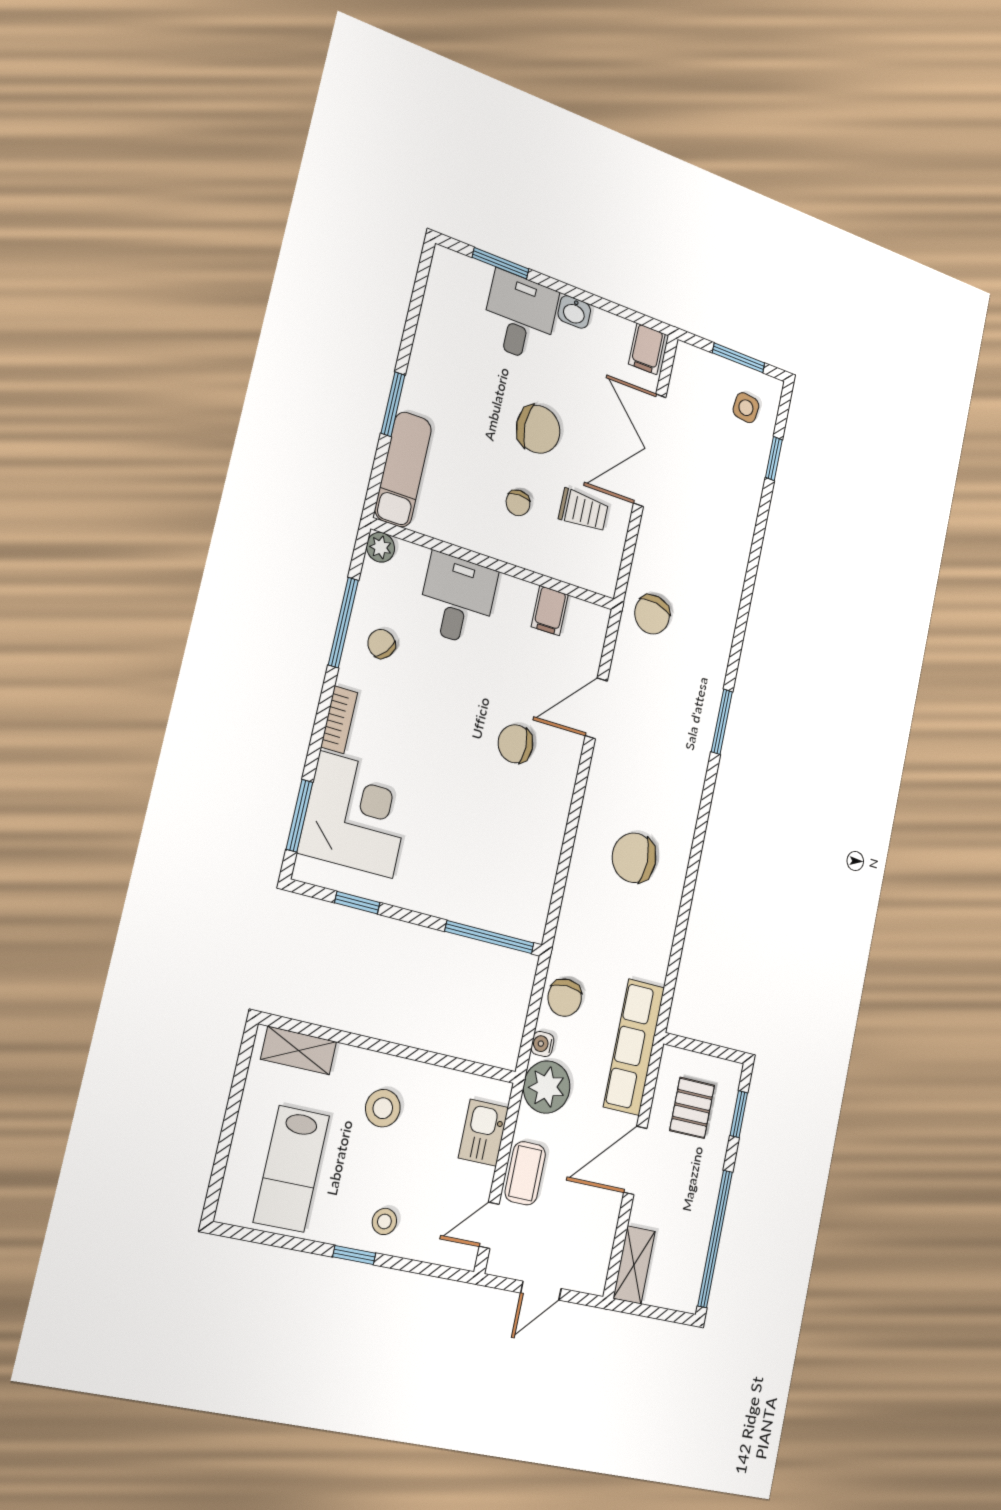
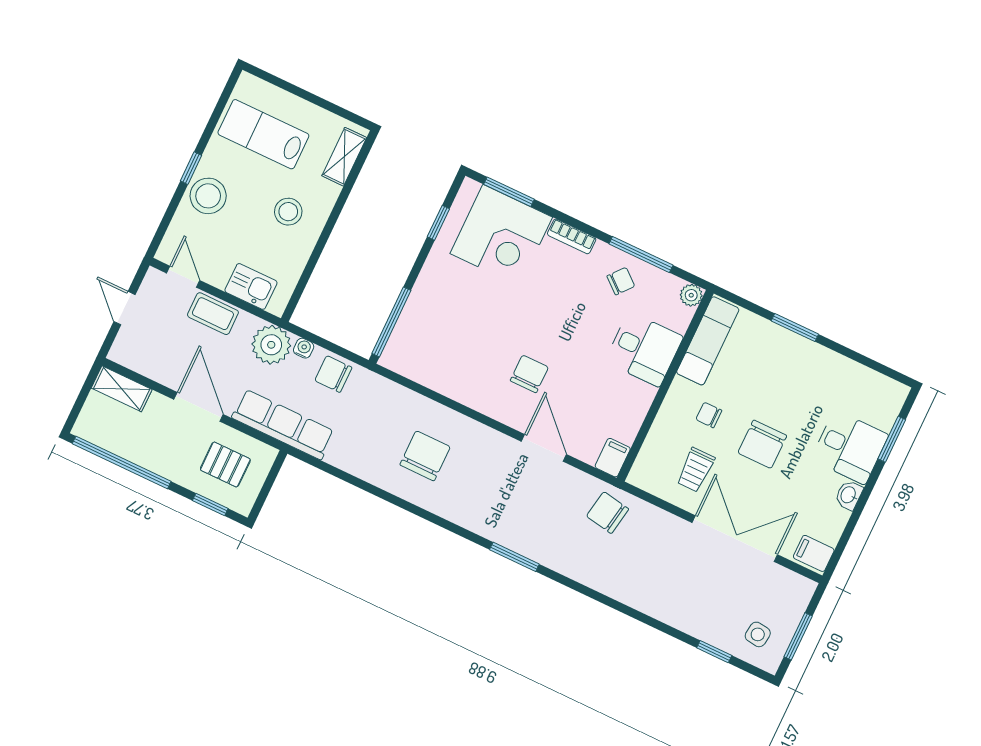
exam couch: (403, 469) -> (708, 341), moved, turned -90
filing cabinet: (550, 611) -> (613, 458), moved, turned 90
stool: (384, 1221) -> (208, 196), width x1.89, depth x1.89

